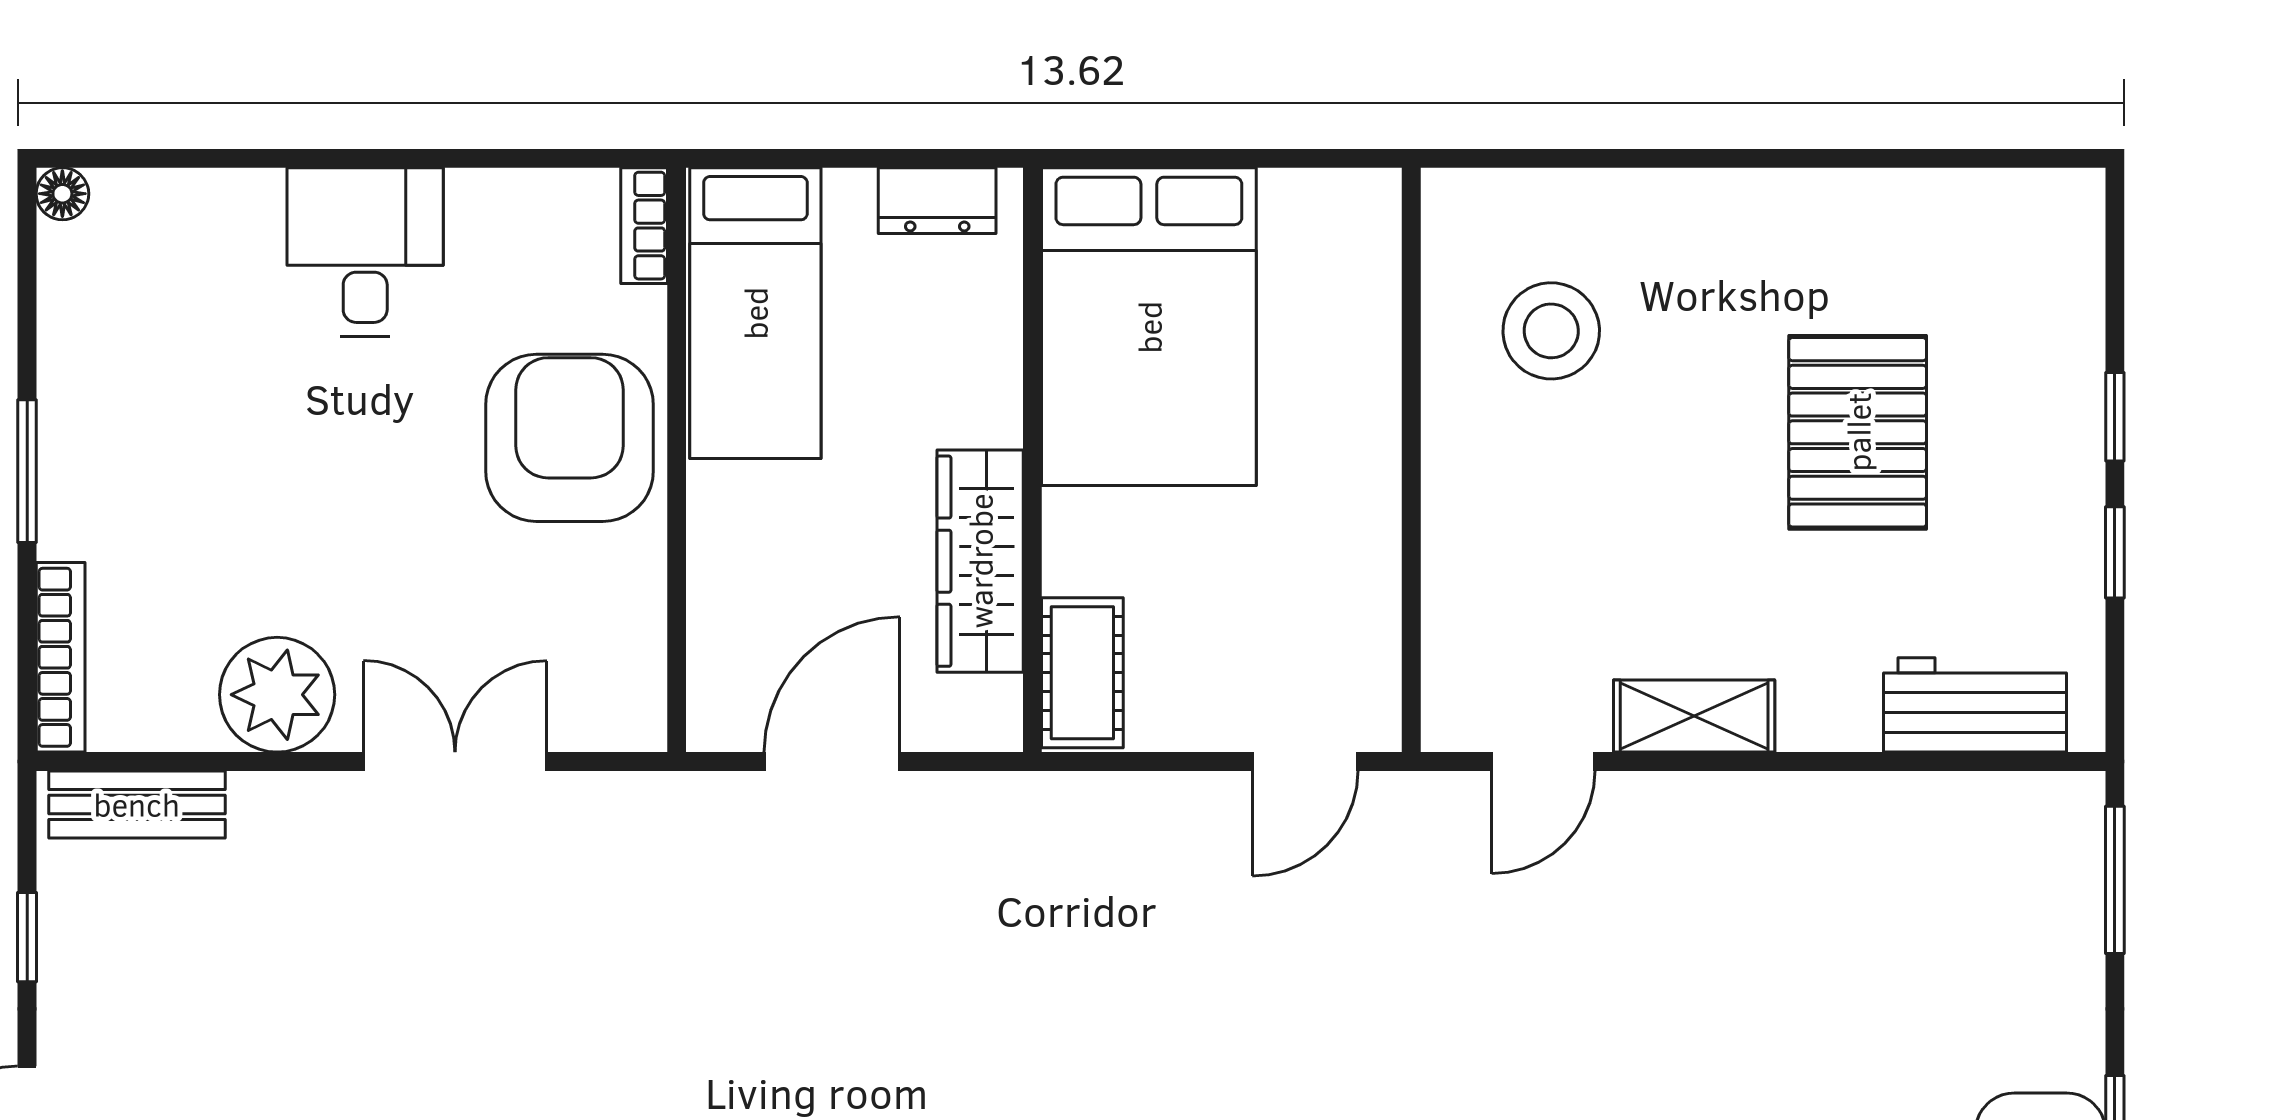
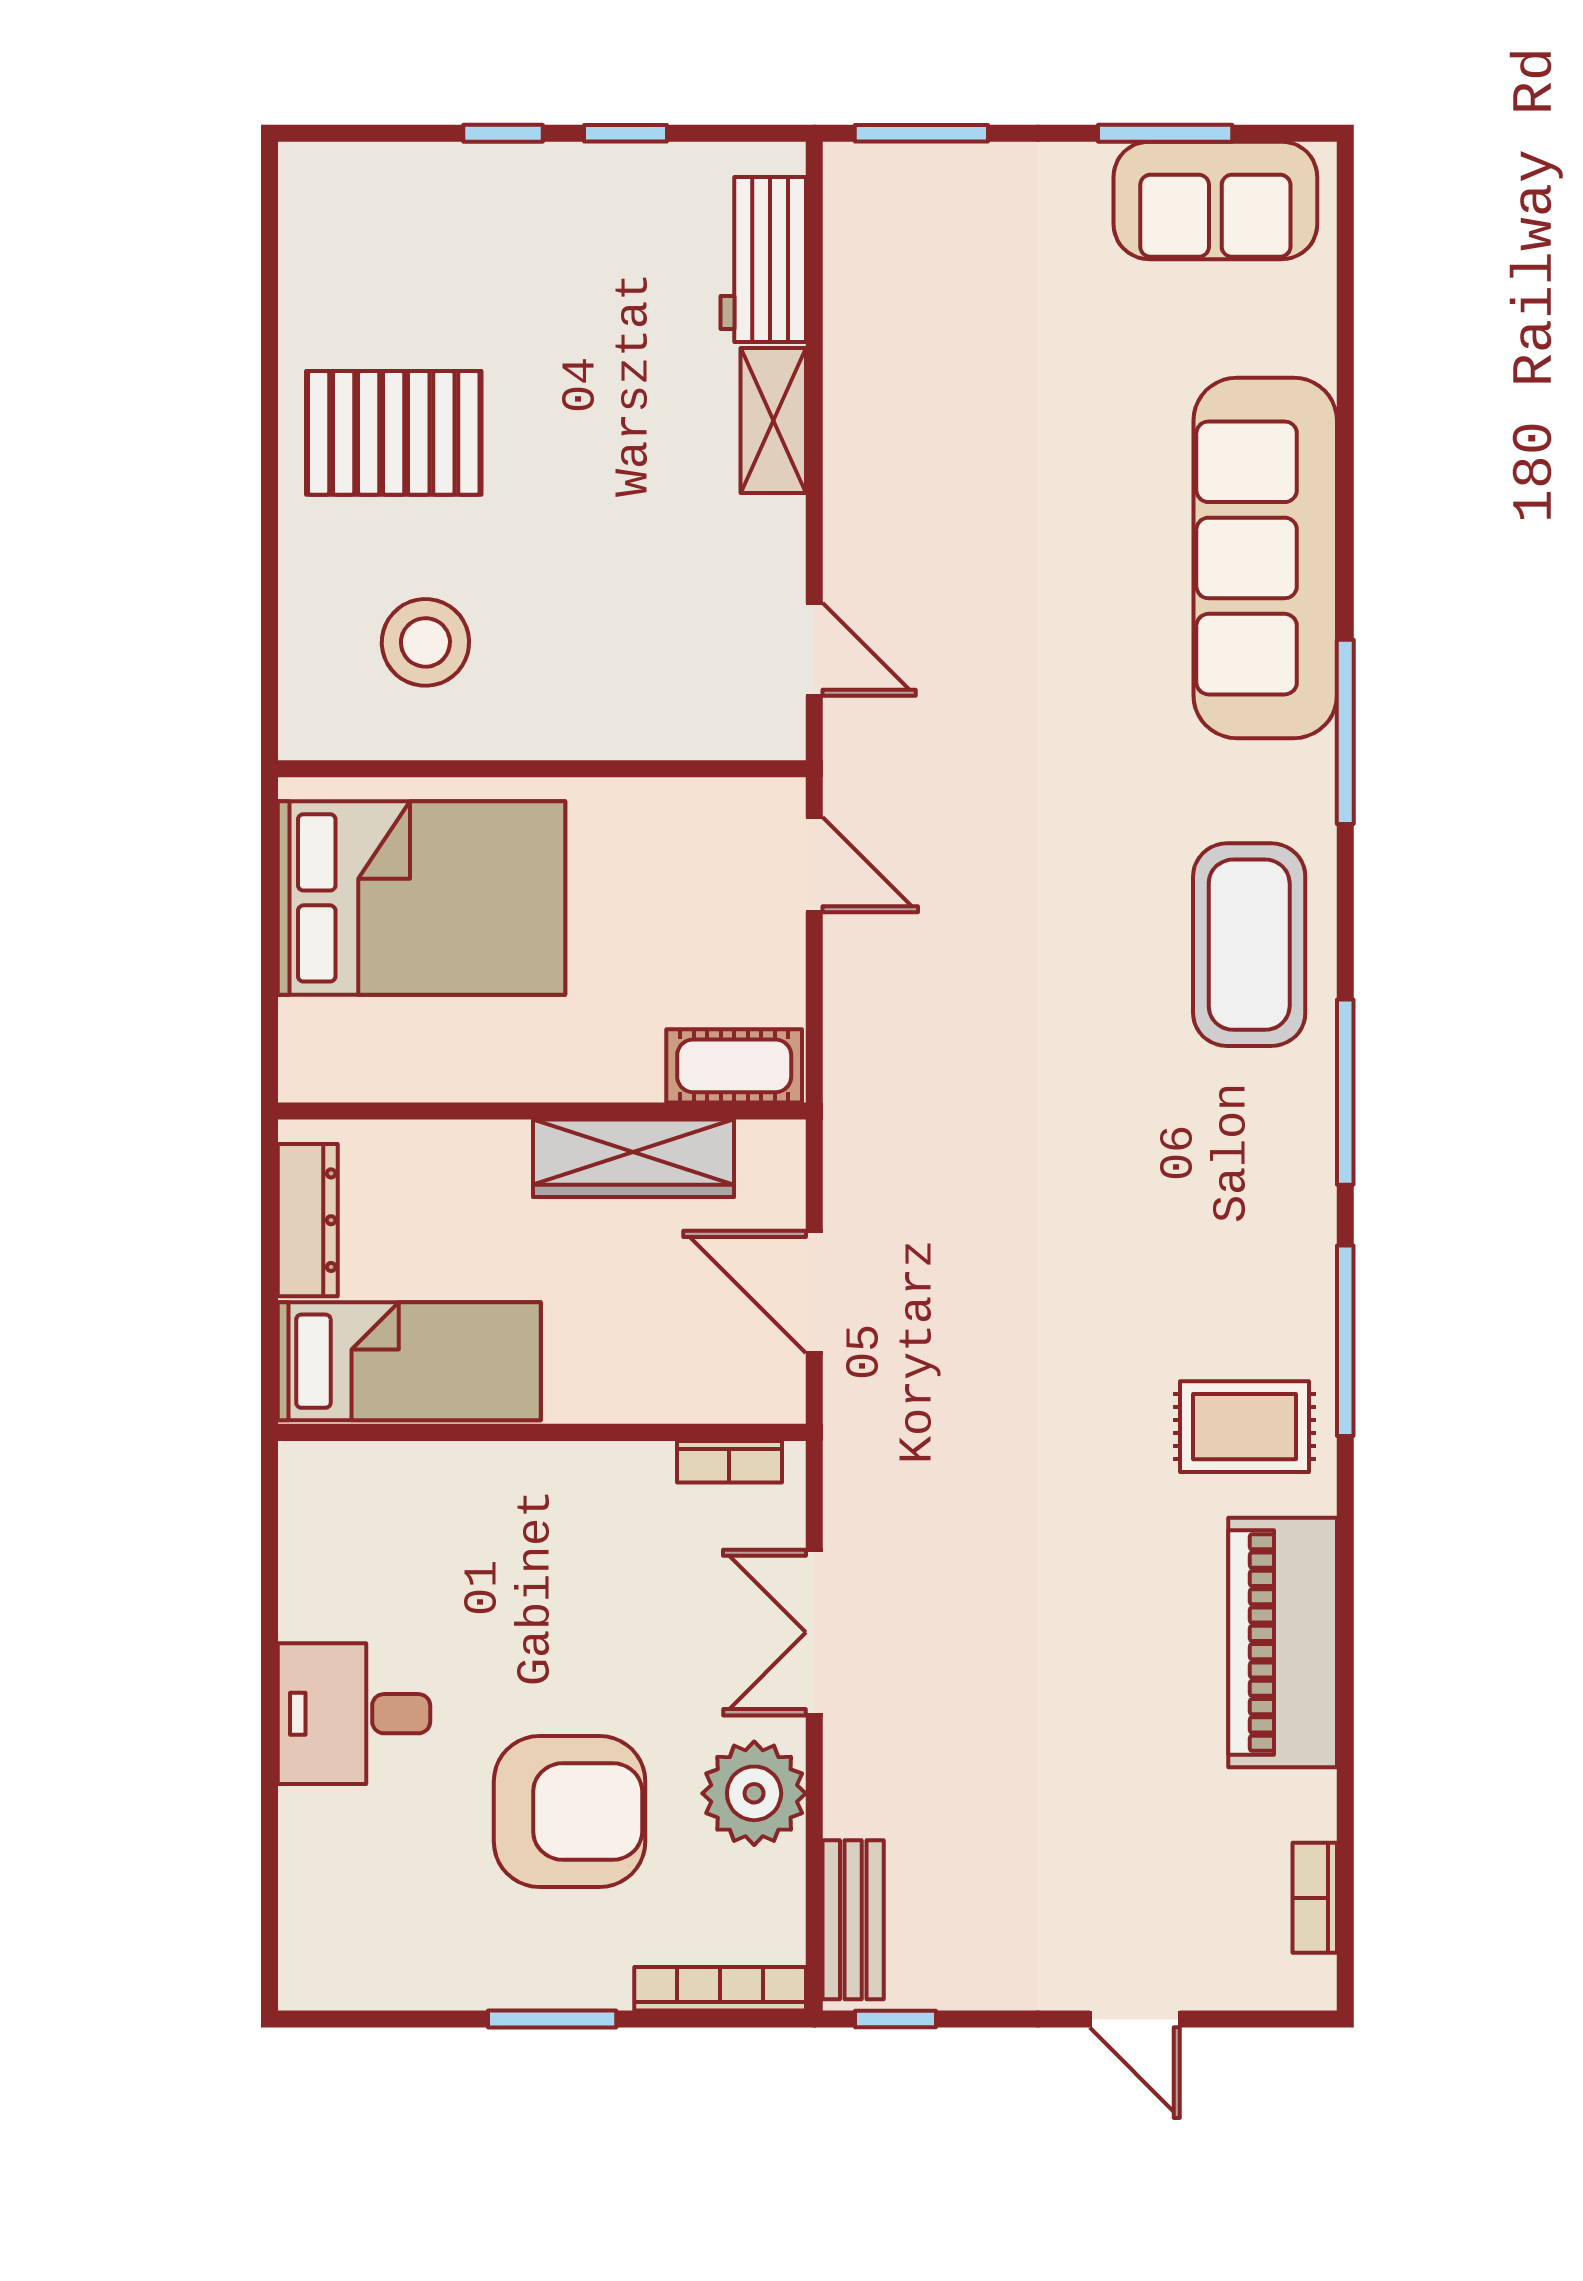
floor lamp: (62, 194) -> (302, 1987), removed
dresser: (937, 201) -> (308, 1220), width x1.44
bookcase: (644, 226) -> (729, 1462), moved
bed: (1149, 327) -> (422, 898), moved
pallet: (1858, 432) -> (394, 433), moved
armchair: (569, 438) -> (570, 1811), moved, turned 180
shelving: (1694, 716) -> (773, 421), moved
window: (27, 937) -> (896, 2019), moved

